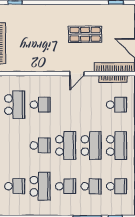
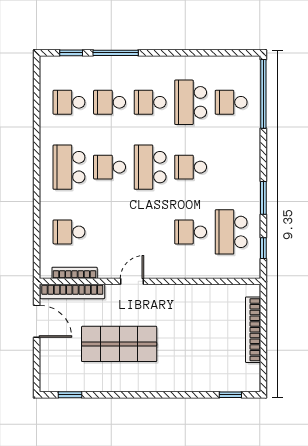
shop shelf: (85, 34) -> (119, 344), width x1.43, depth x1.36
school desk: (91, 145) -> (110, 167), width x0.54

